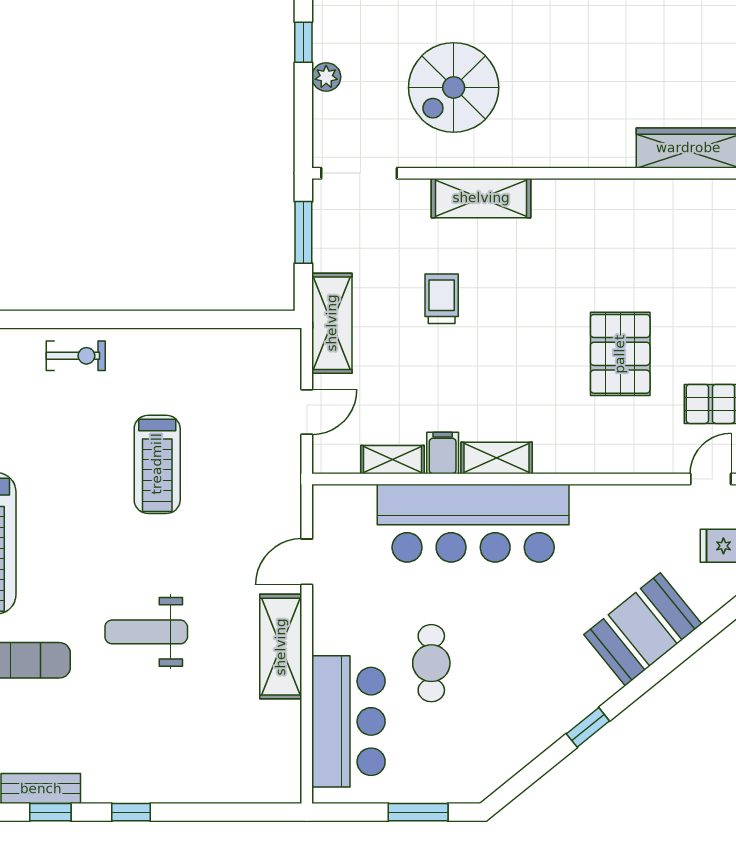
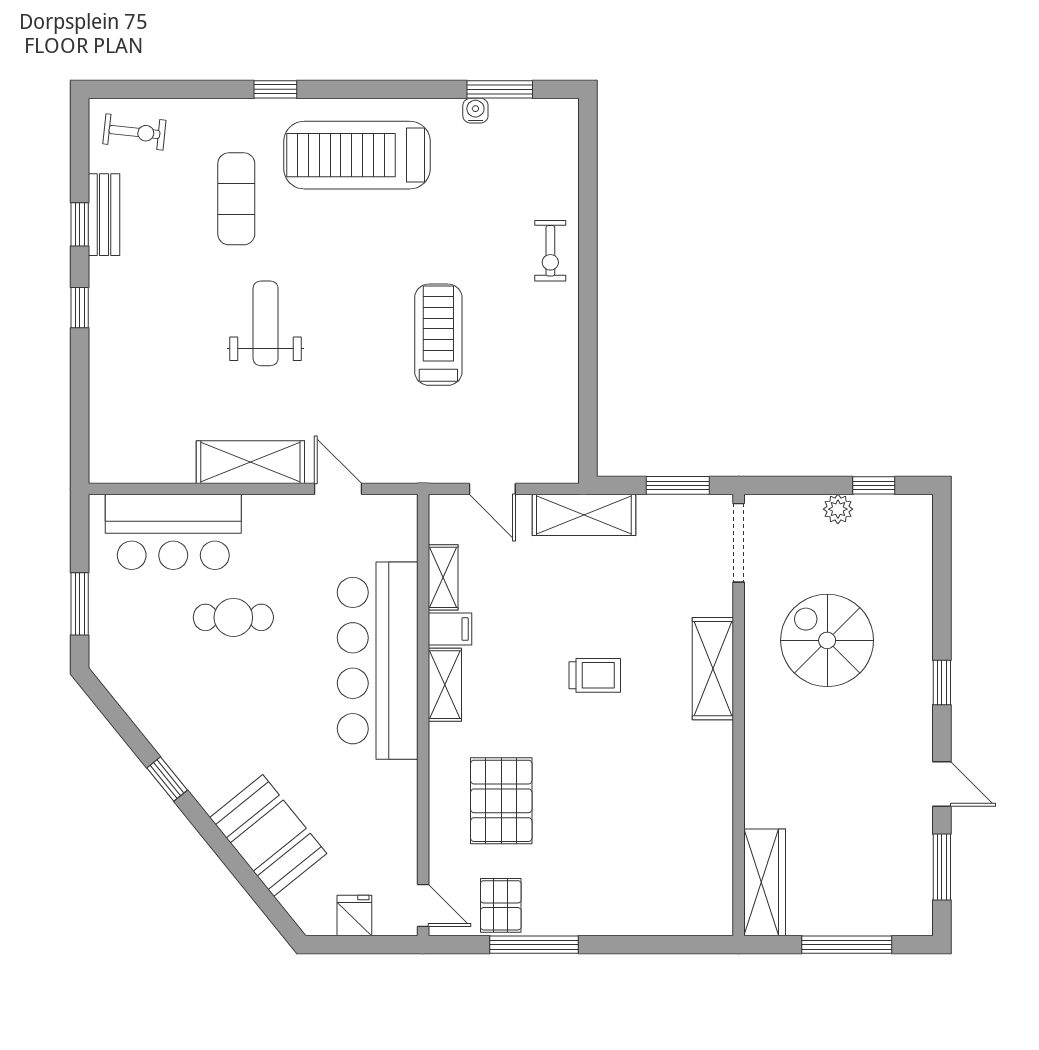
trolley: (442, 299) -> (595, 675), moved
pallet: (620, 354) -> (501, 801), moved, turned 90
treadmill: (157, 464) -> (438, 335), turned 90

